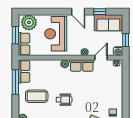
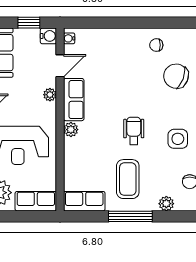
window: (15, 35) -> (20, 216), removed
door: (101, 58) -> (60, 66), swing flipped
window: (15, 82) -> (130, 216), moved

